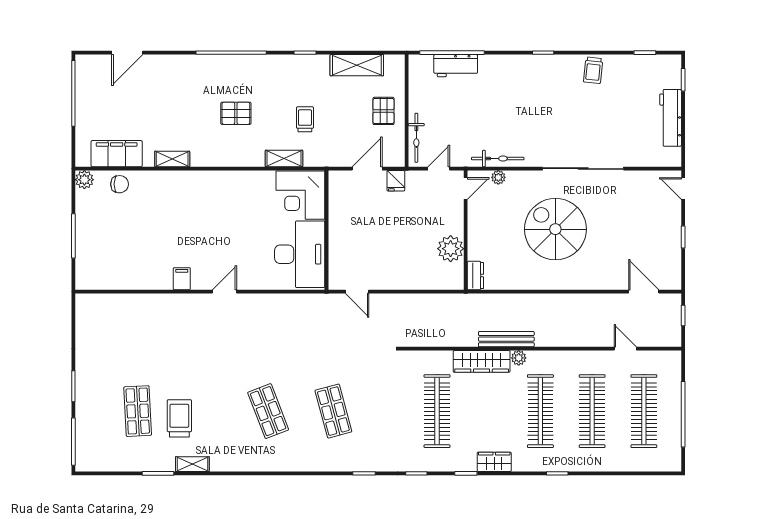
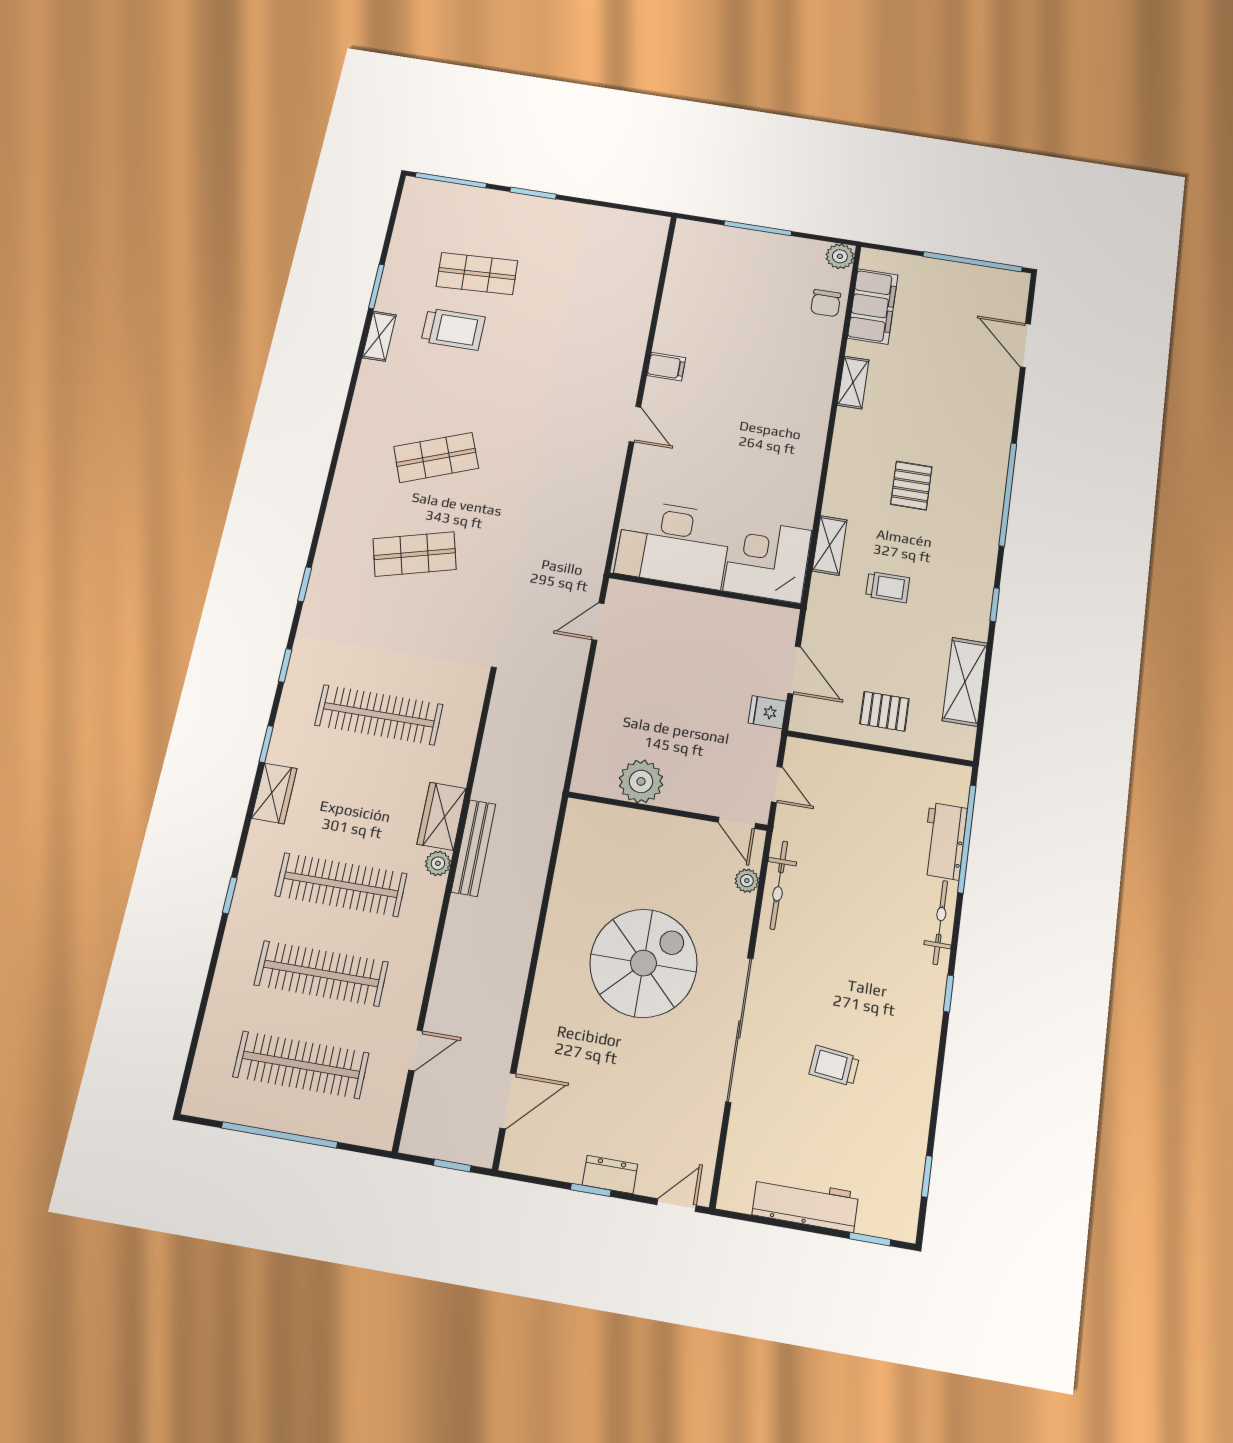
trolley: (593, 70) -> (834, 1066), moved
bicycle: (416, 138) -> (940, 922), moved, turned 90
dresser: (475, 276) -> (610, 1175), moved, turned 180
wardrobe: (482, 361) -> (442, 816), width x0.67

